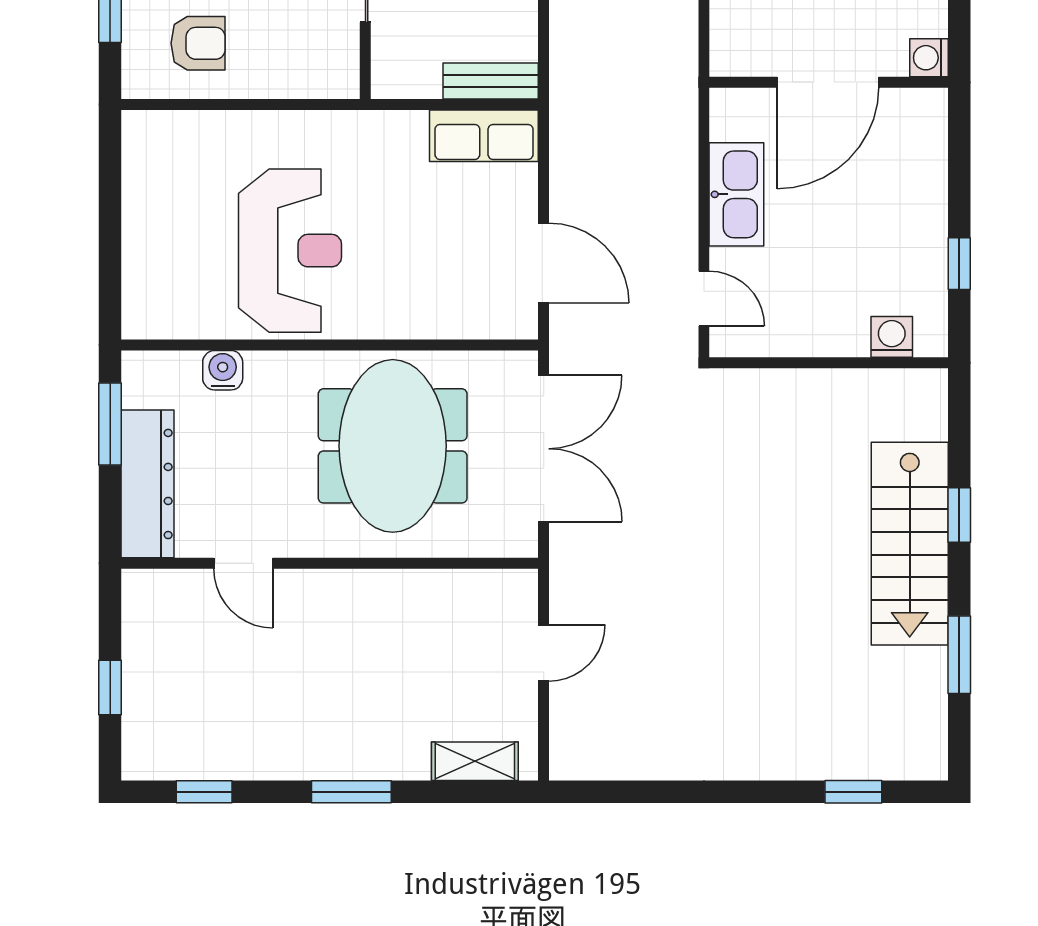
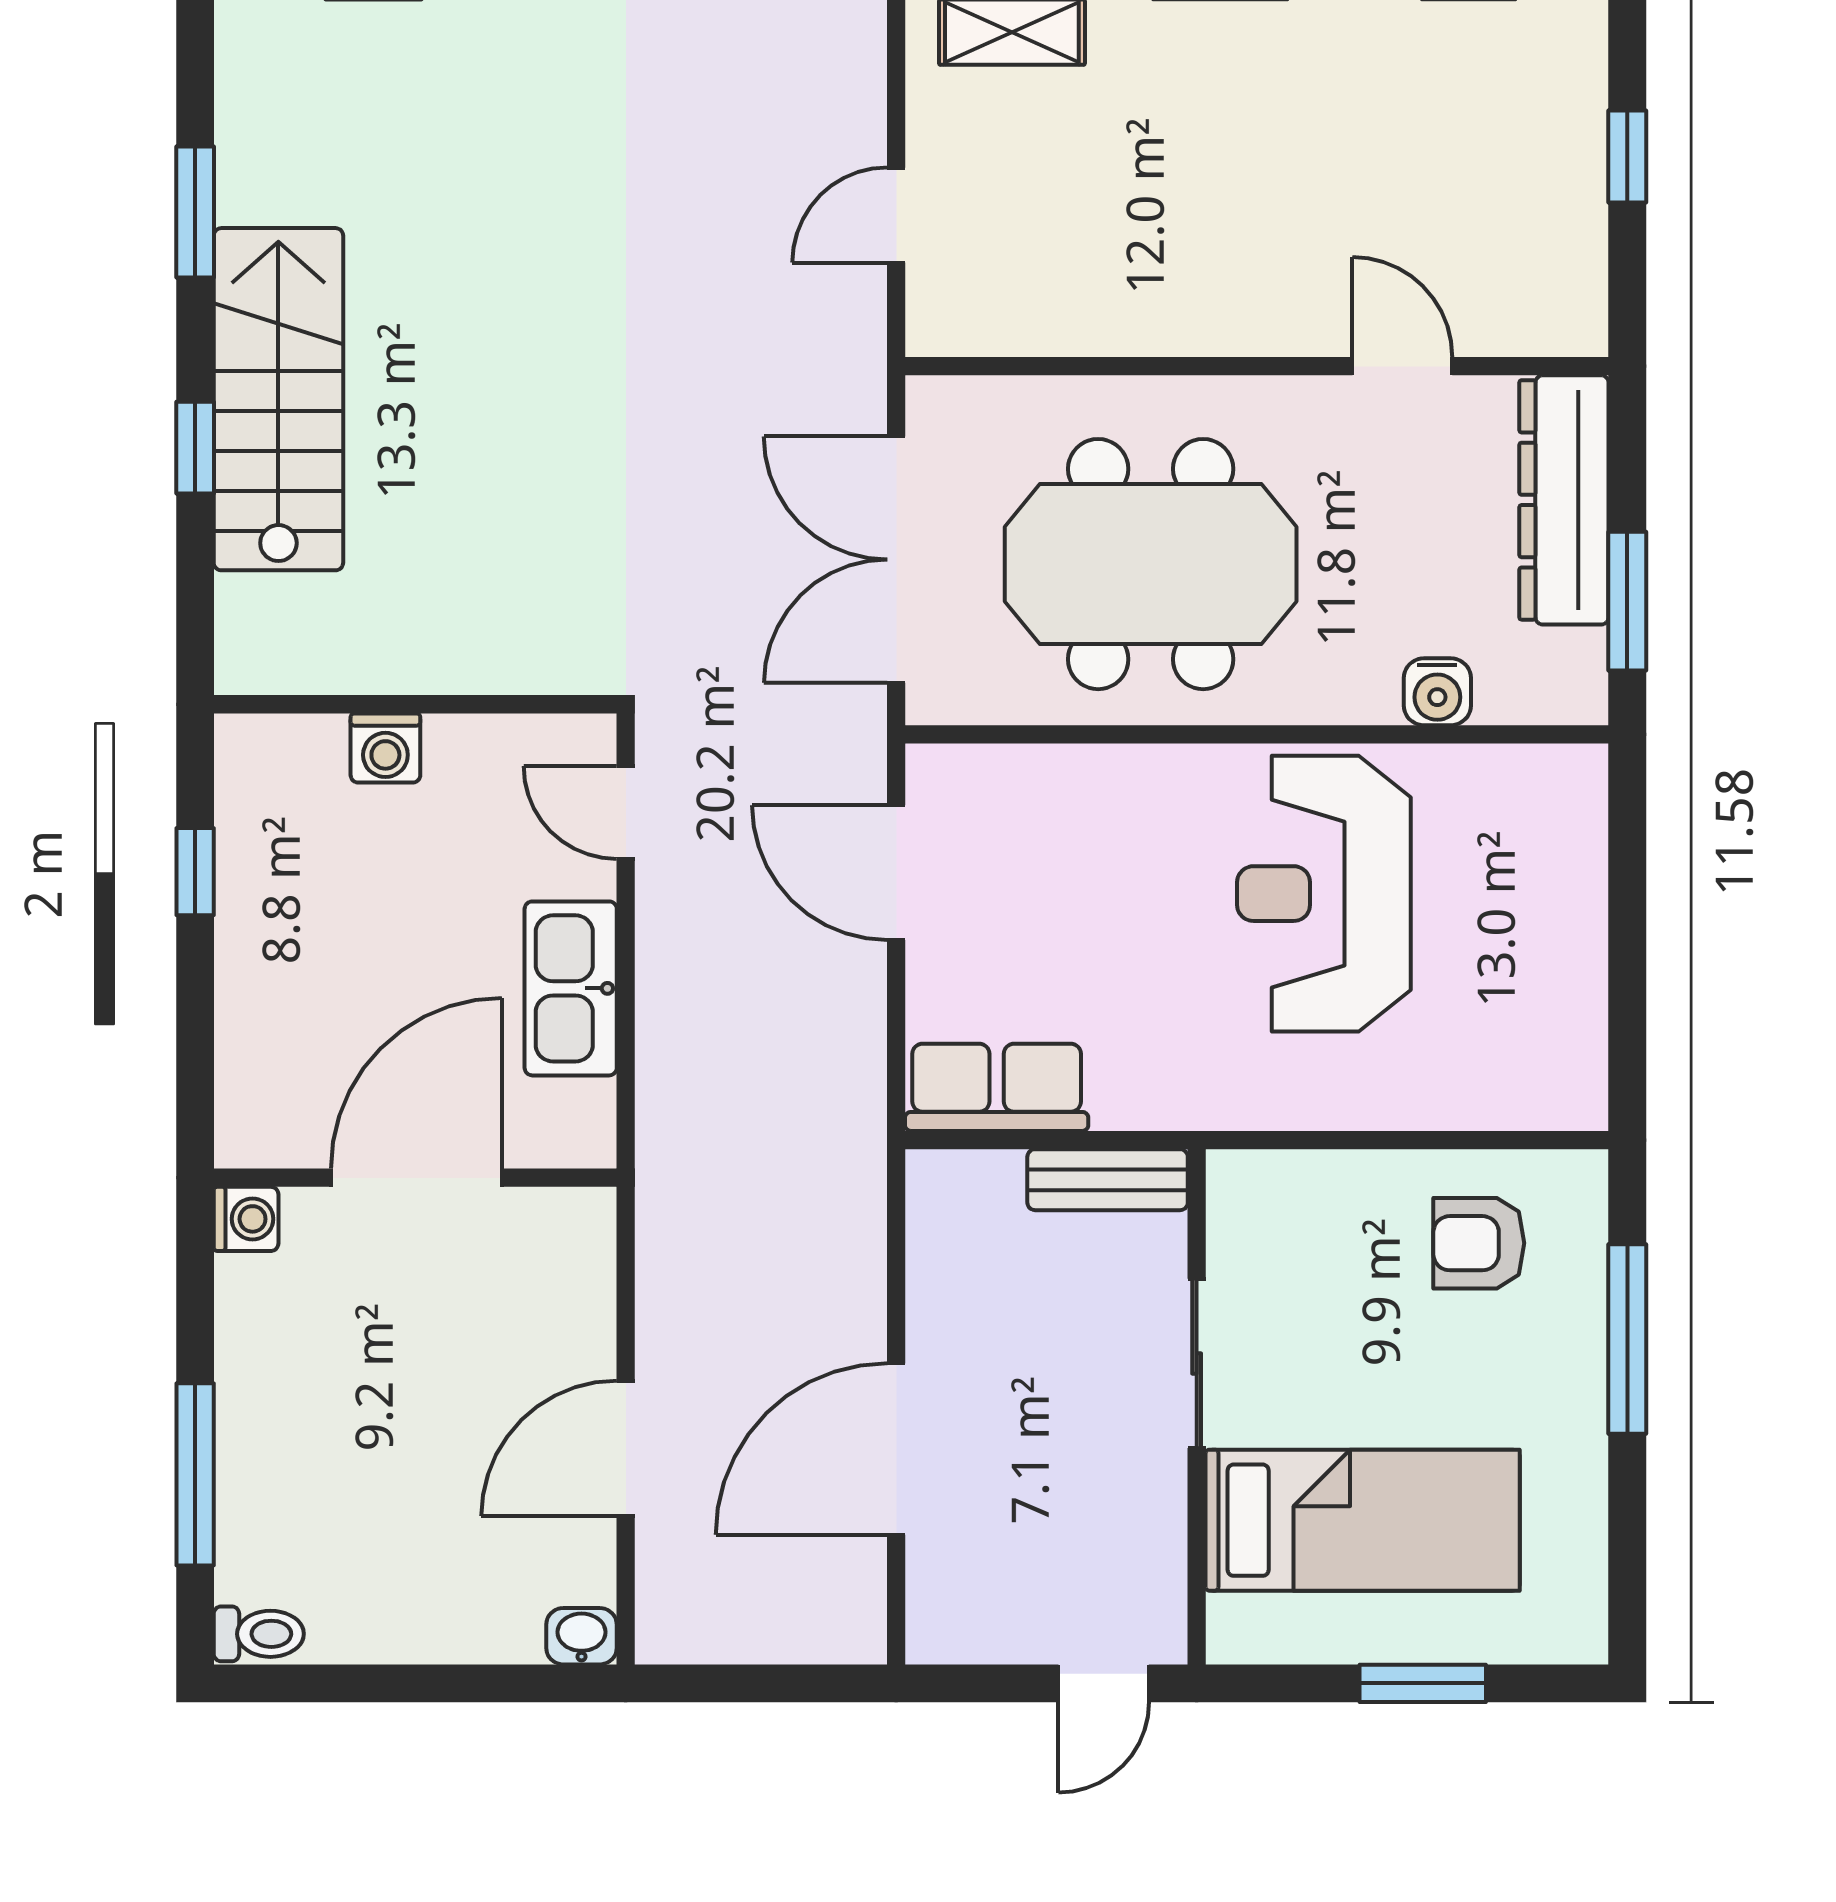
bench: (491, 81) -> (1108, 1180), moved
washing machine: (892, 337) -> (385, 748), moved
meeting table: (393, 446) -> (1151, 564), turned 90

